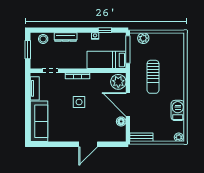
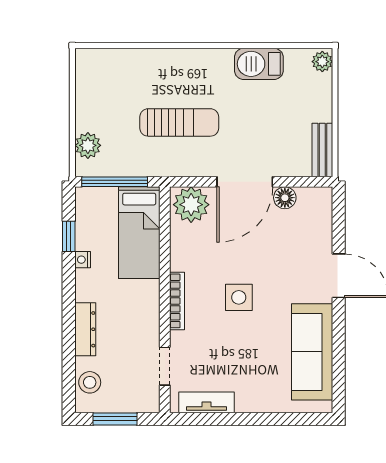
sofa: (39, 121) -> (312, 352), moved, turned -90

